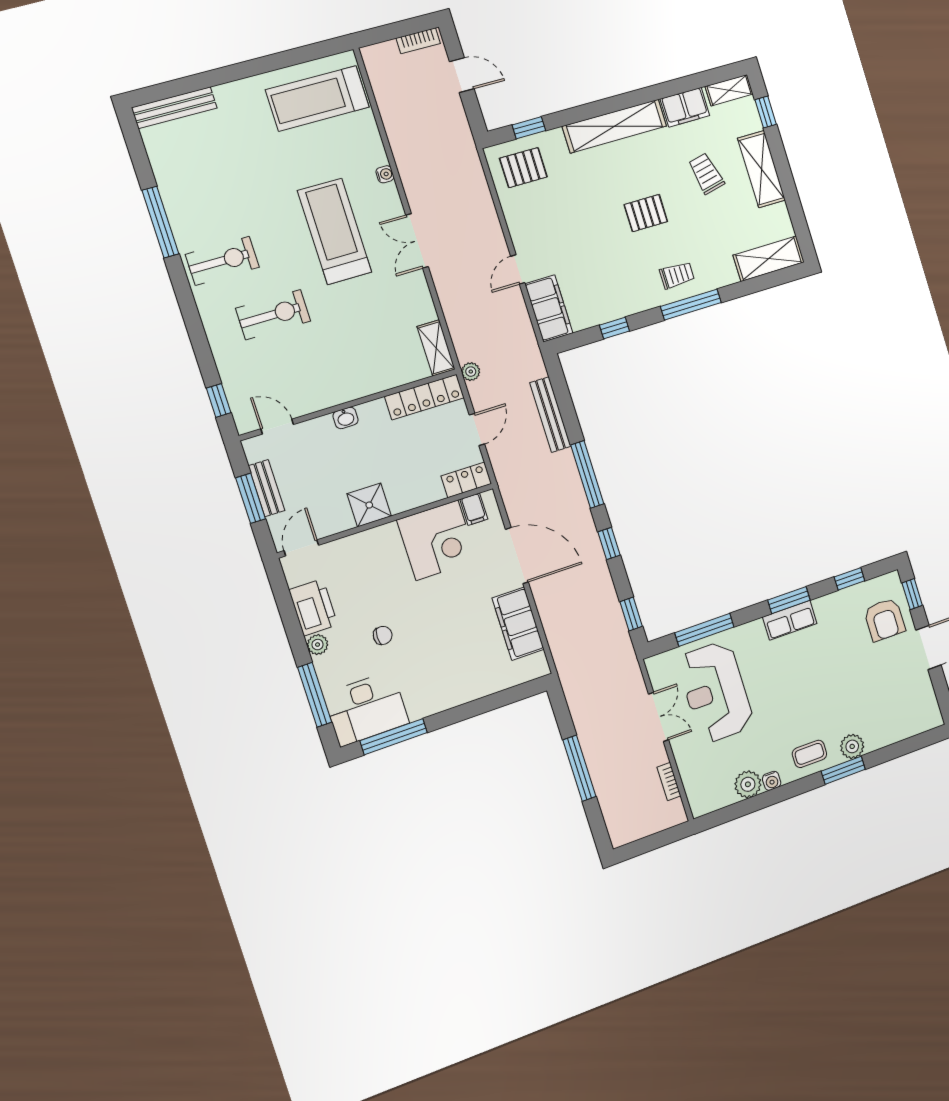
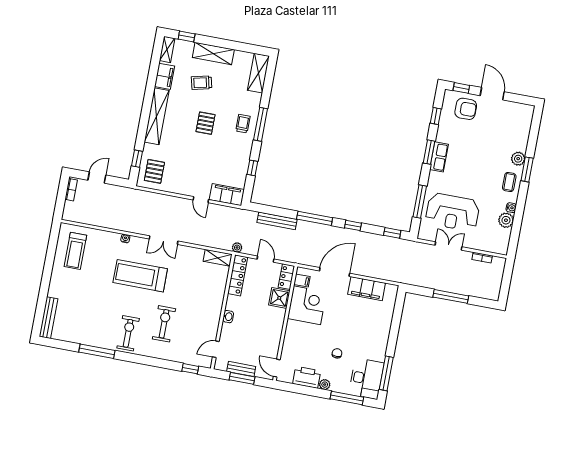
treadmill: (317, 98) -> (75, 251), width x0.73, depth x0.73
shower: (369, 505) -> (279, 298), moved

